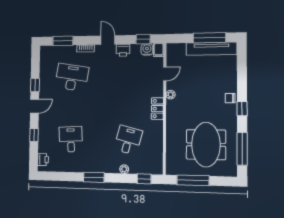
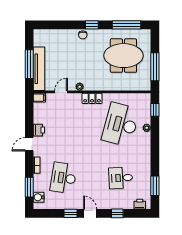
window: (209, 38) -> (29, 64), moved
window: (143, 39) -> (29, 112), removed
water cooler: (147, 49) -> (39, 197), moved
tv unit: (211, 49) -> (39, 69), moved
door: (165, 74) -> (61, 92), hinge flipped
desk: (128, 140) -> (121, 125), width x1.87, depth x1.30
window: (94, 177) -> (155, 186), moved

